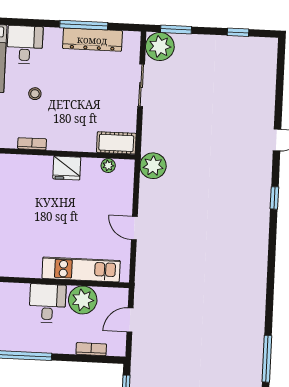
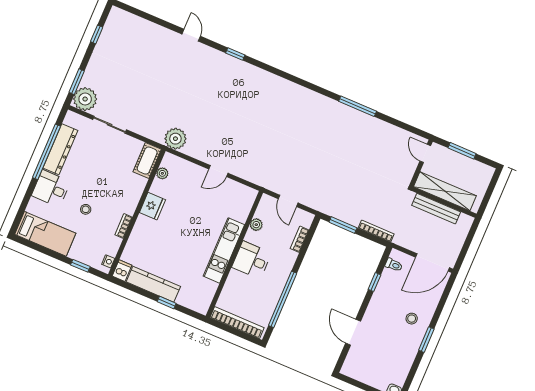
window: (84, 25) -> (47, 152), width x1.46
desk: (25, 45) -> (51, 189), moved
kitchen unit: (81, 269) -> (224, 250), moved
plant: (83, 300) -> (256, 225), width x0.53, depth x0.53

